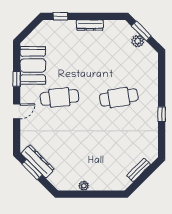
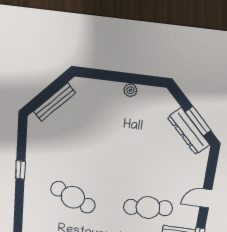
cafe table: (119, 97) -> (73, 197), turned 33
bench: (139, 170) -> (54, 102), width x1.36

